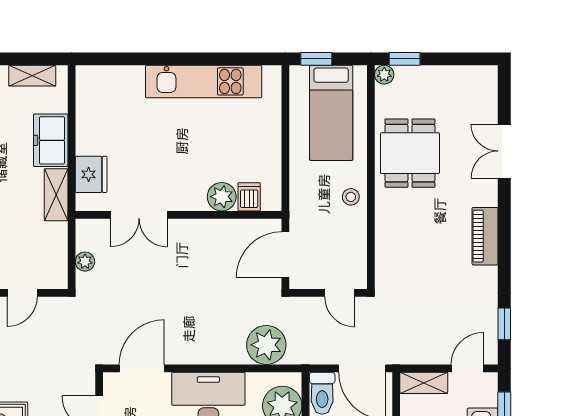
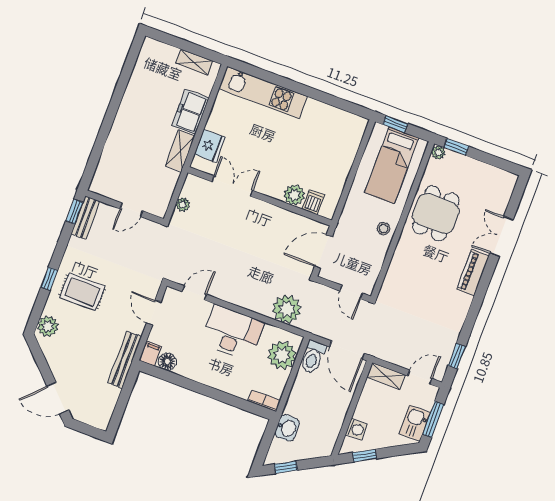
kitchen unit: (204, 81) -> (263, 92), moved
double door: (139, 215) -> (232, 186), swing flipped
piano: (485, 236) -> (473, 273), moved
door: (142, 368) -> (194, 293), width x0.73

